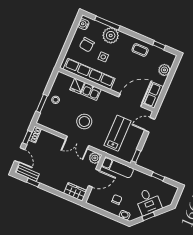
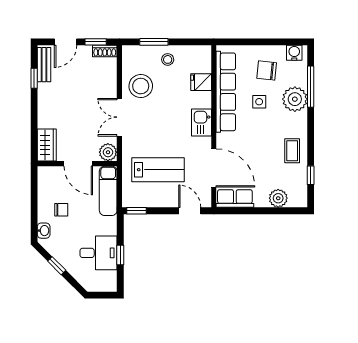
kitchen sink: (91, 92) -> (201, 123), moved
stool: (84, 122) -> (141, 86), moved
desk: (148, 201) -> (98, 253), moved, turned -135

